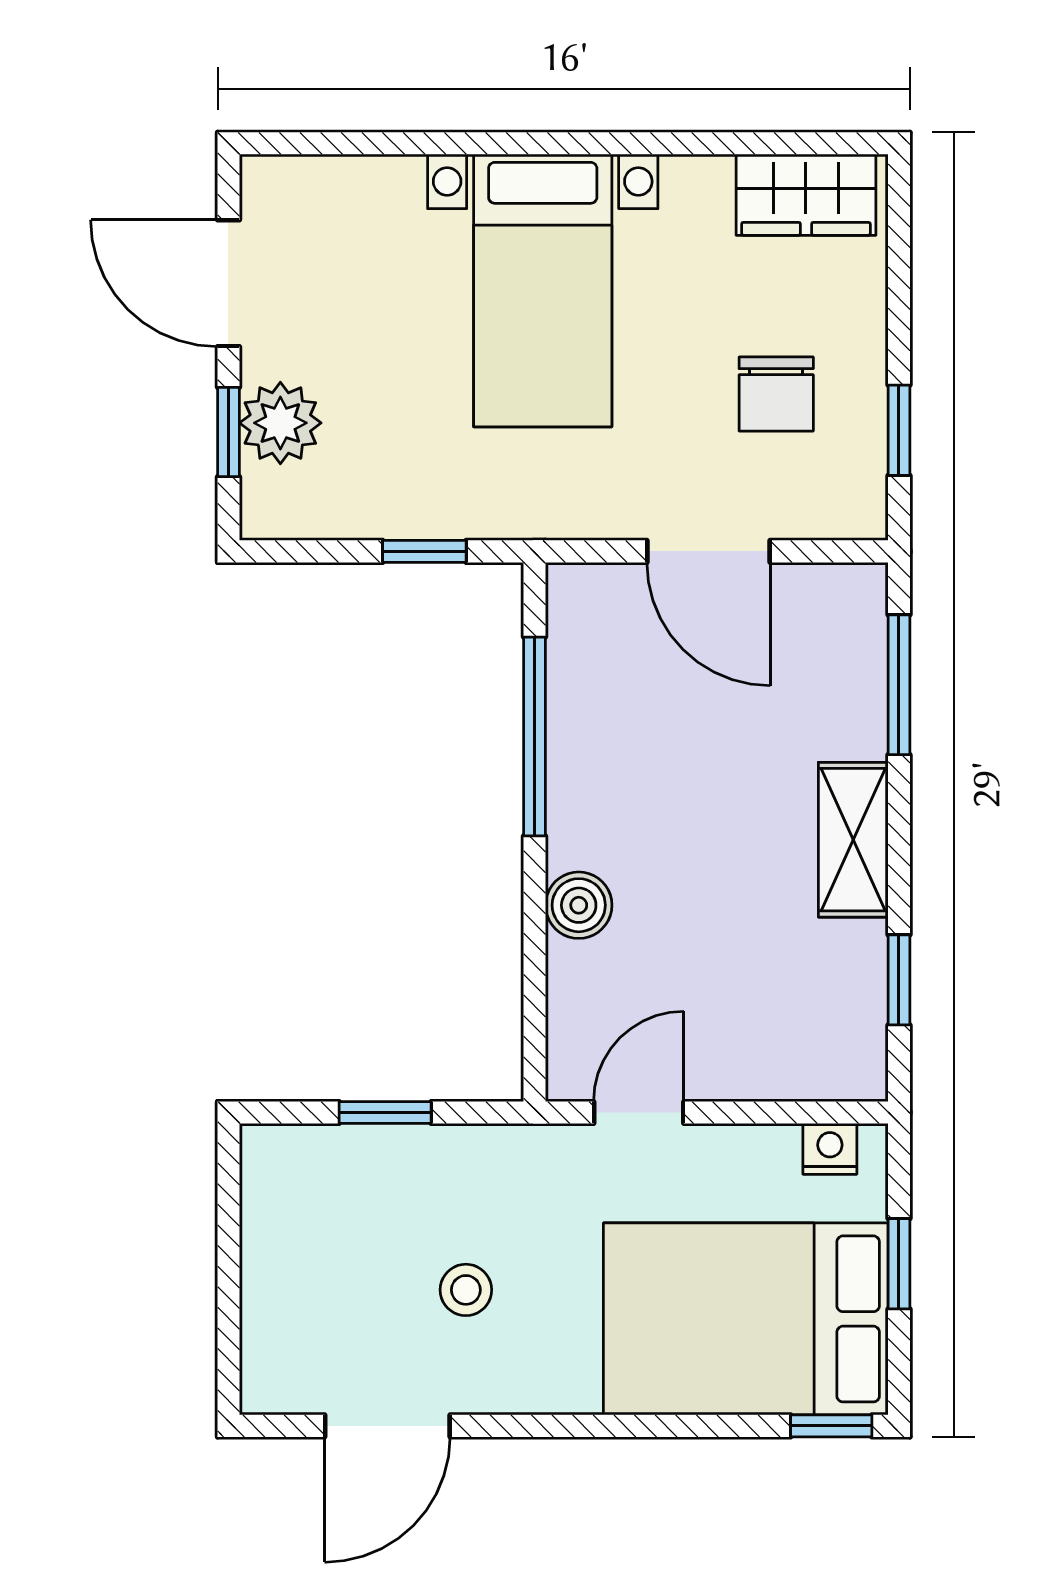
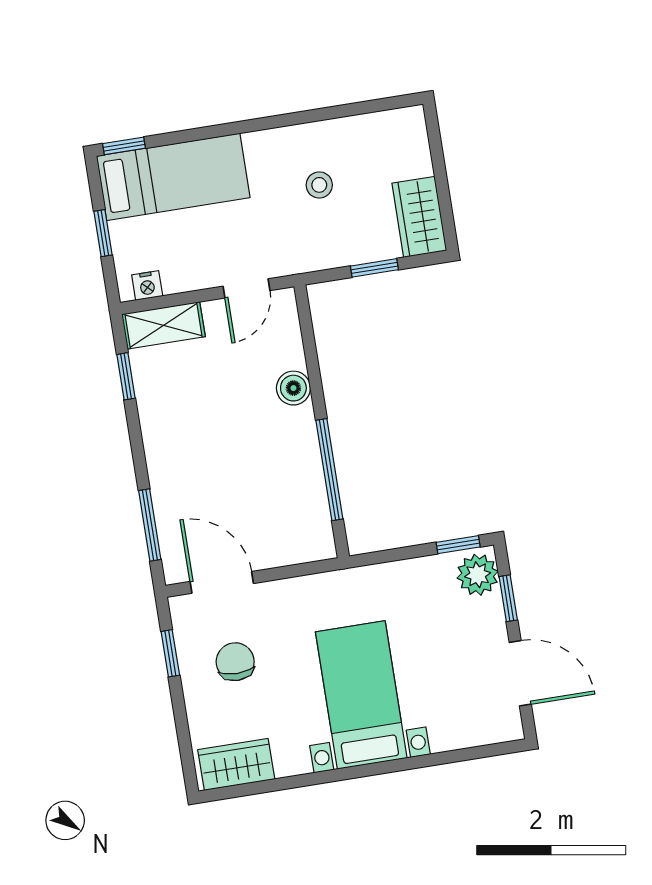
plant: (280, 423) -> (478, 575), moved
window: (424, 551) -> (458, 545), moved
door: (709, 551) -> (222, 582), moved
shelving: (853, 840) -> (163, 325), moved, turned 90
wardrobe: (282, 1197) -> (419, 217), added
bed: (746, 1319) -> (173, 177), width x0.67
door: (387, 1426) -> (348, 110), removed

